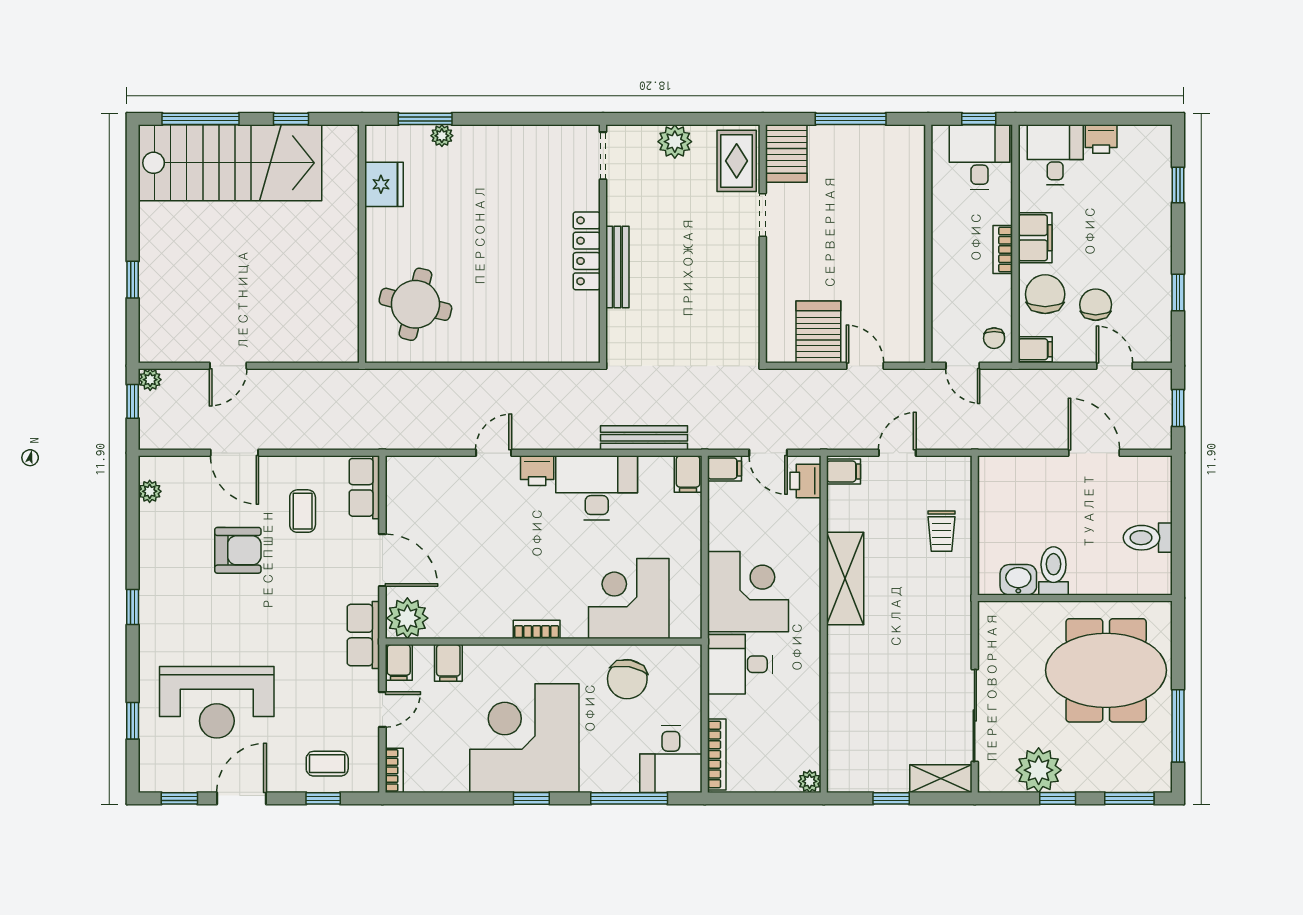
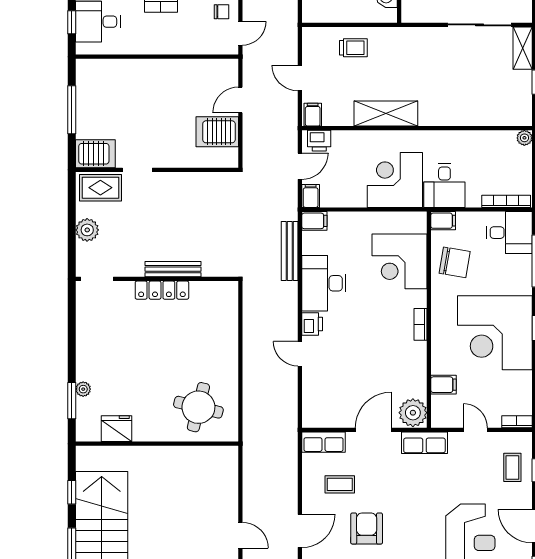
filing cabinet: (399, 662) -> (443, 221), moved

